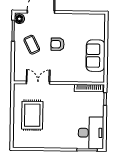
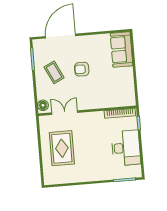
floor lamp: (19, 19) -> (43, 105), moved
sofa: (96, 56) -> (121, 49), moved
desk: (91, 133) -> (126, 148), moved

